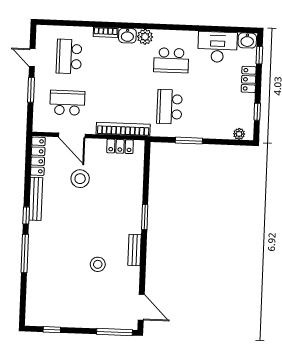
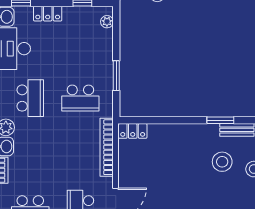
locker: (120, 146) -> (133, 131), moved, turned 90
stool: (80, 179) -> (222, 162), moved
window: (145, 217) -> (220, 120), moved

